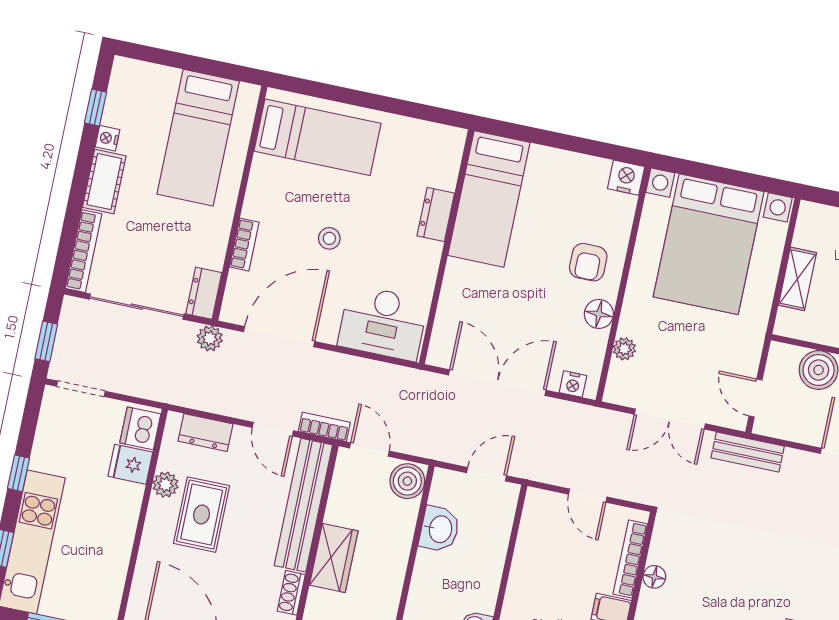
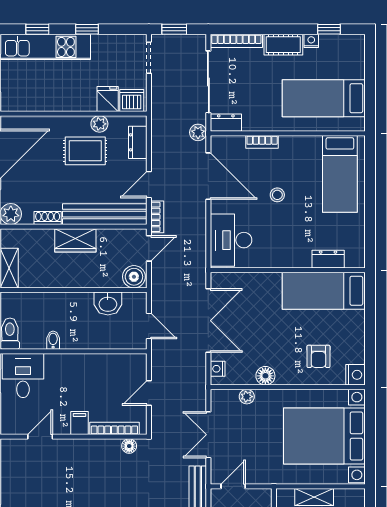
dresser: (436, 214) -> (328, 259), moved
armchair: (588, 262) -> (318, 356), moved, turned -90
floor lamp: (654, 577) -> (129, 446), moved

